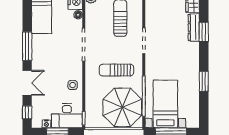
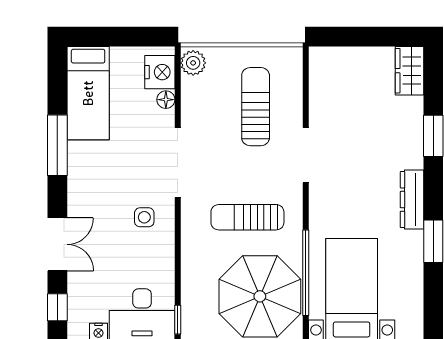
dresser: (194, 28) -> (412, 200), moved
window: (27, 46) -> (57, 145), moved
side table: (73, 85) -> (144, 217), moved

